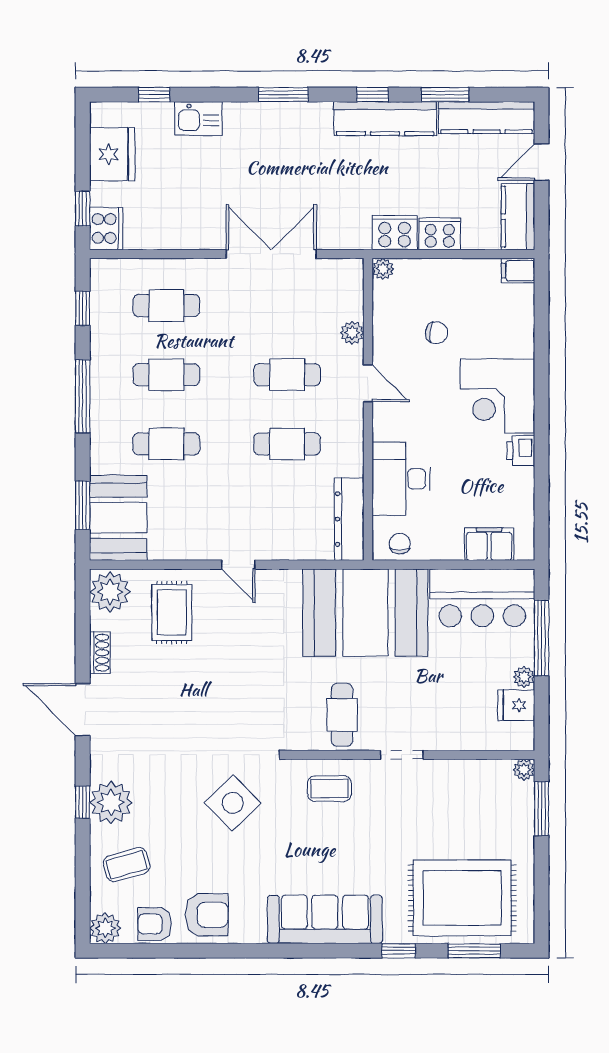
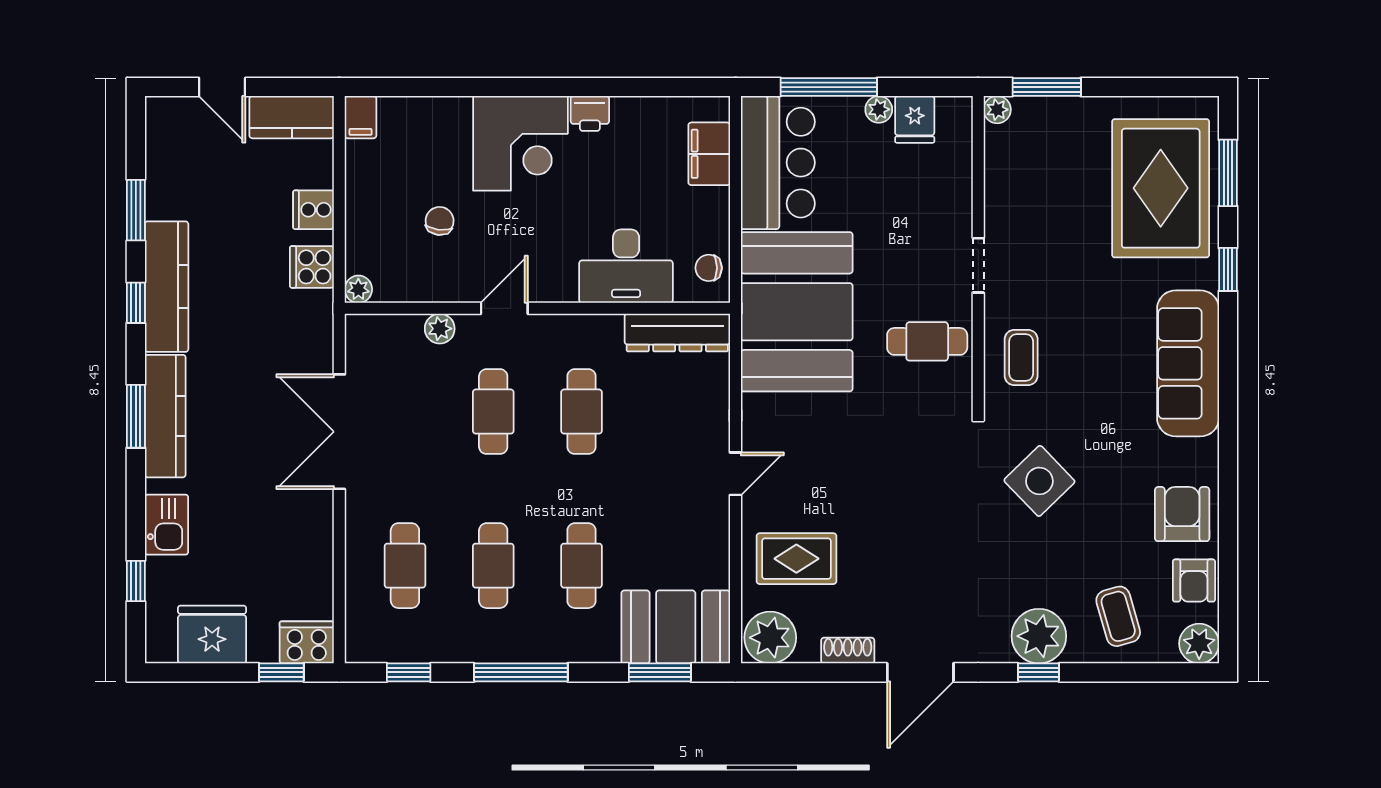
kitchen counter: (486, 118) -> (165, 416), moved
cooker: (395, 233) -> (312, 267), width x0.73
cooker: (440, 234) -> (313, 210), width x0.73

